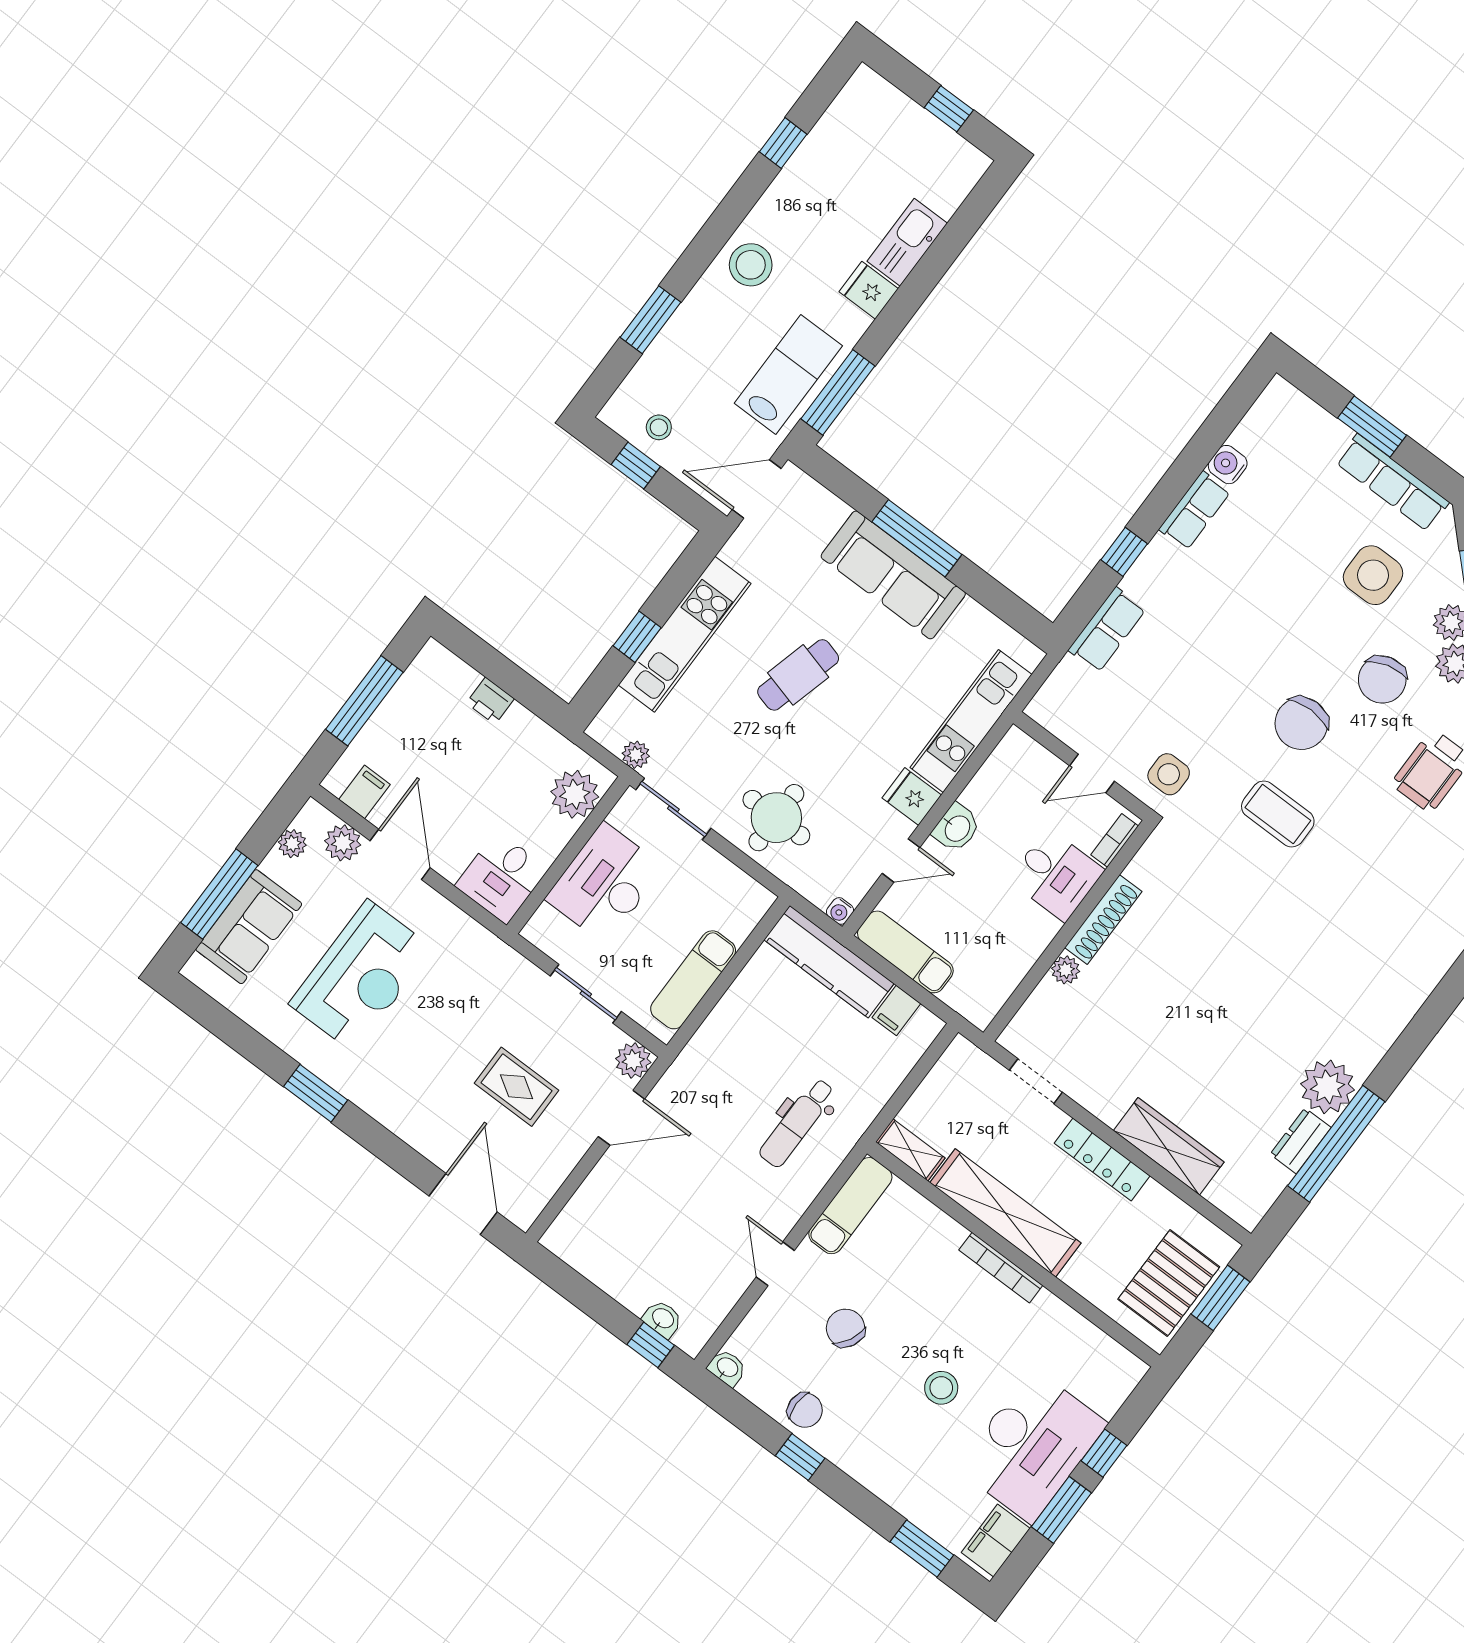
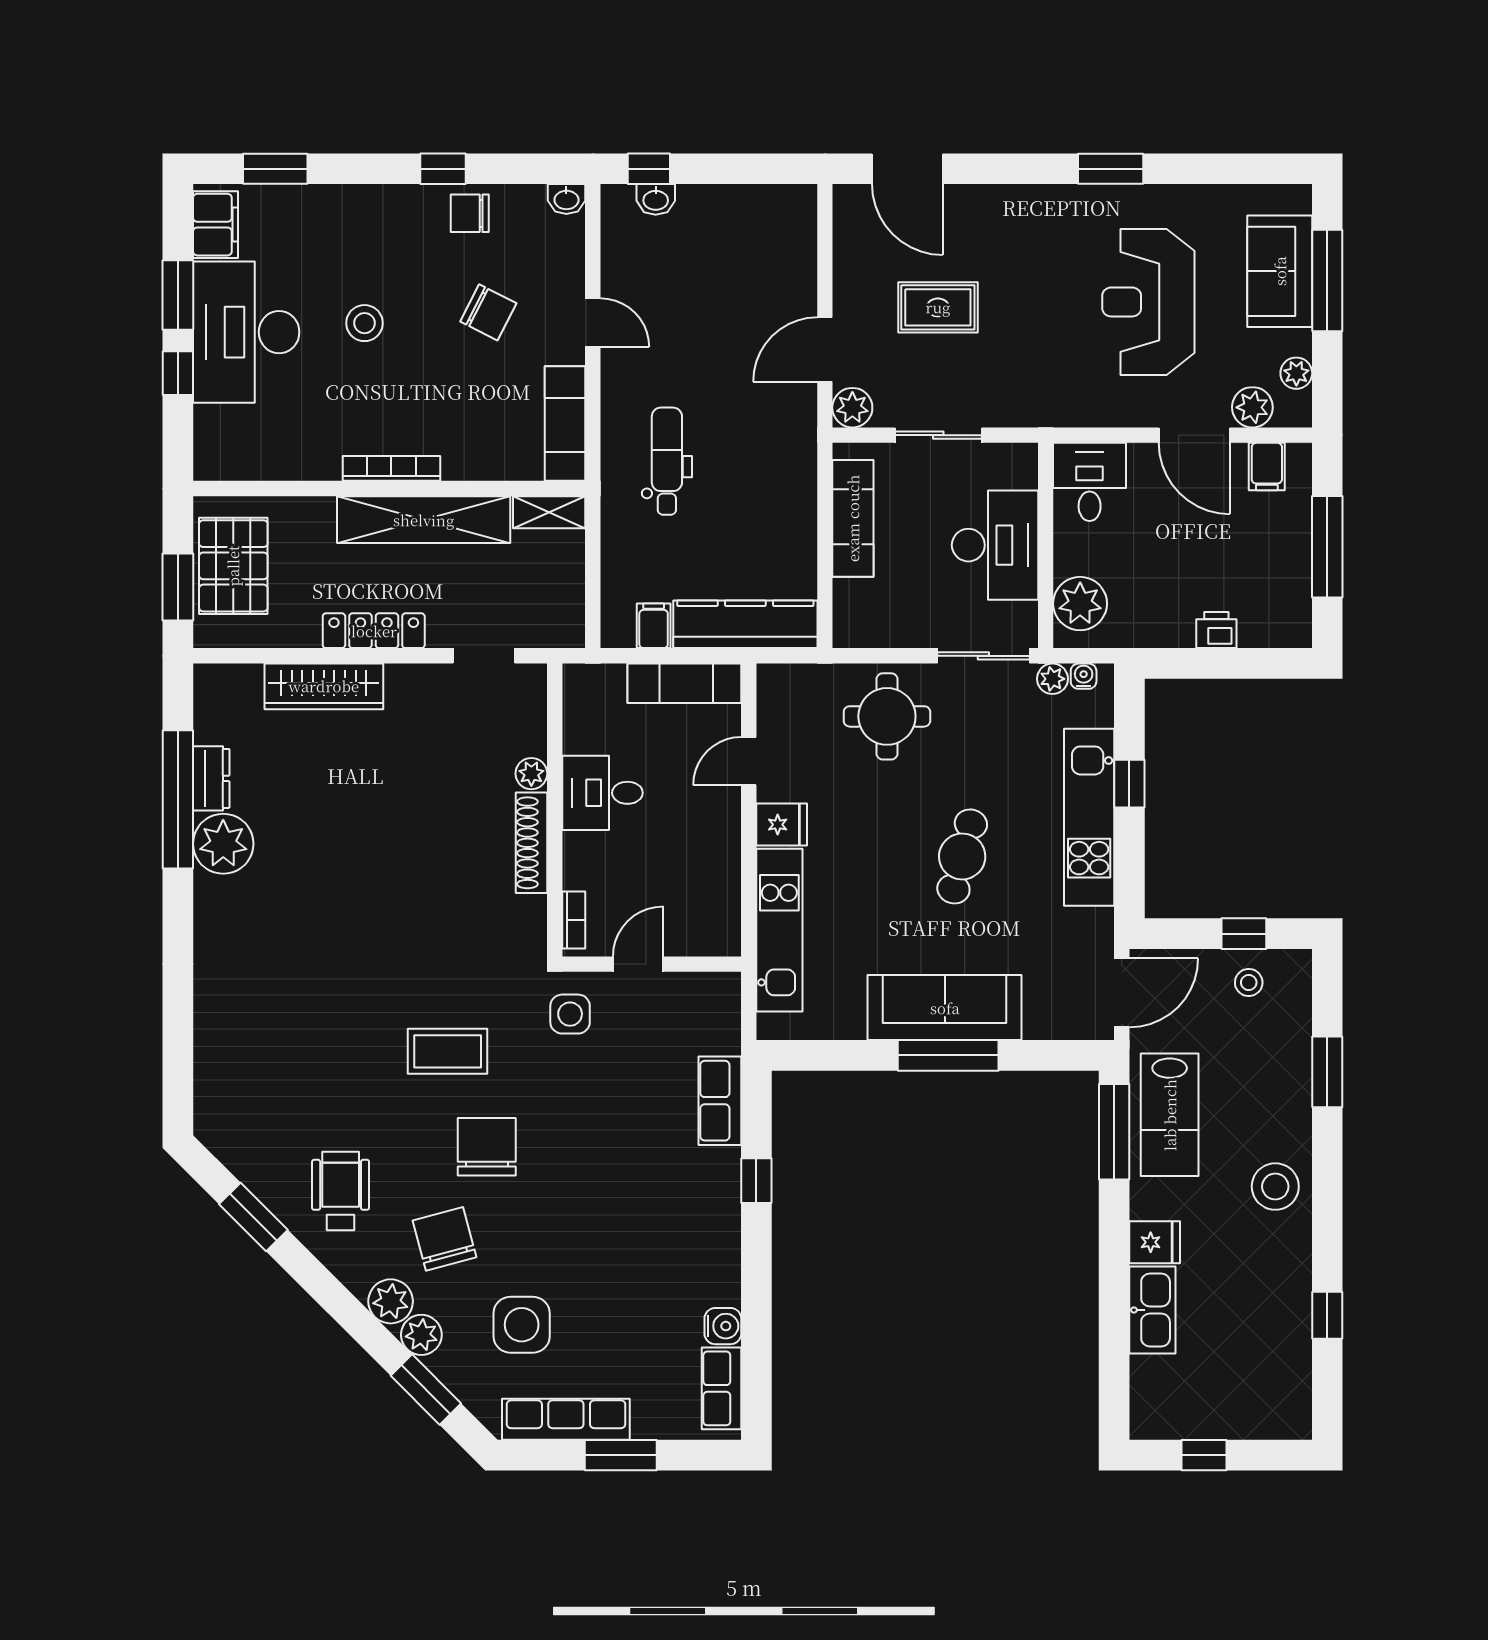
row of seats: (1195, 511) -> (722, 1388), moved
washbasin: (957, 828) -> (721, 827), removed
desk: (1056, 875) -> (602, 793), moved
water cooler: (840, 911) -> (1084, 676), moved

